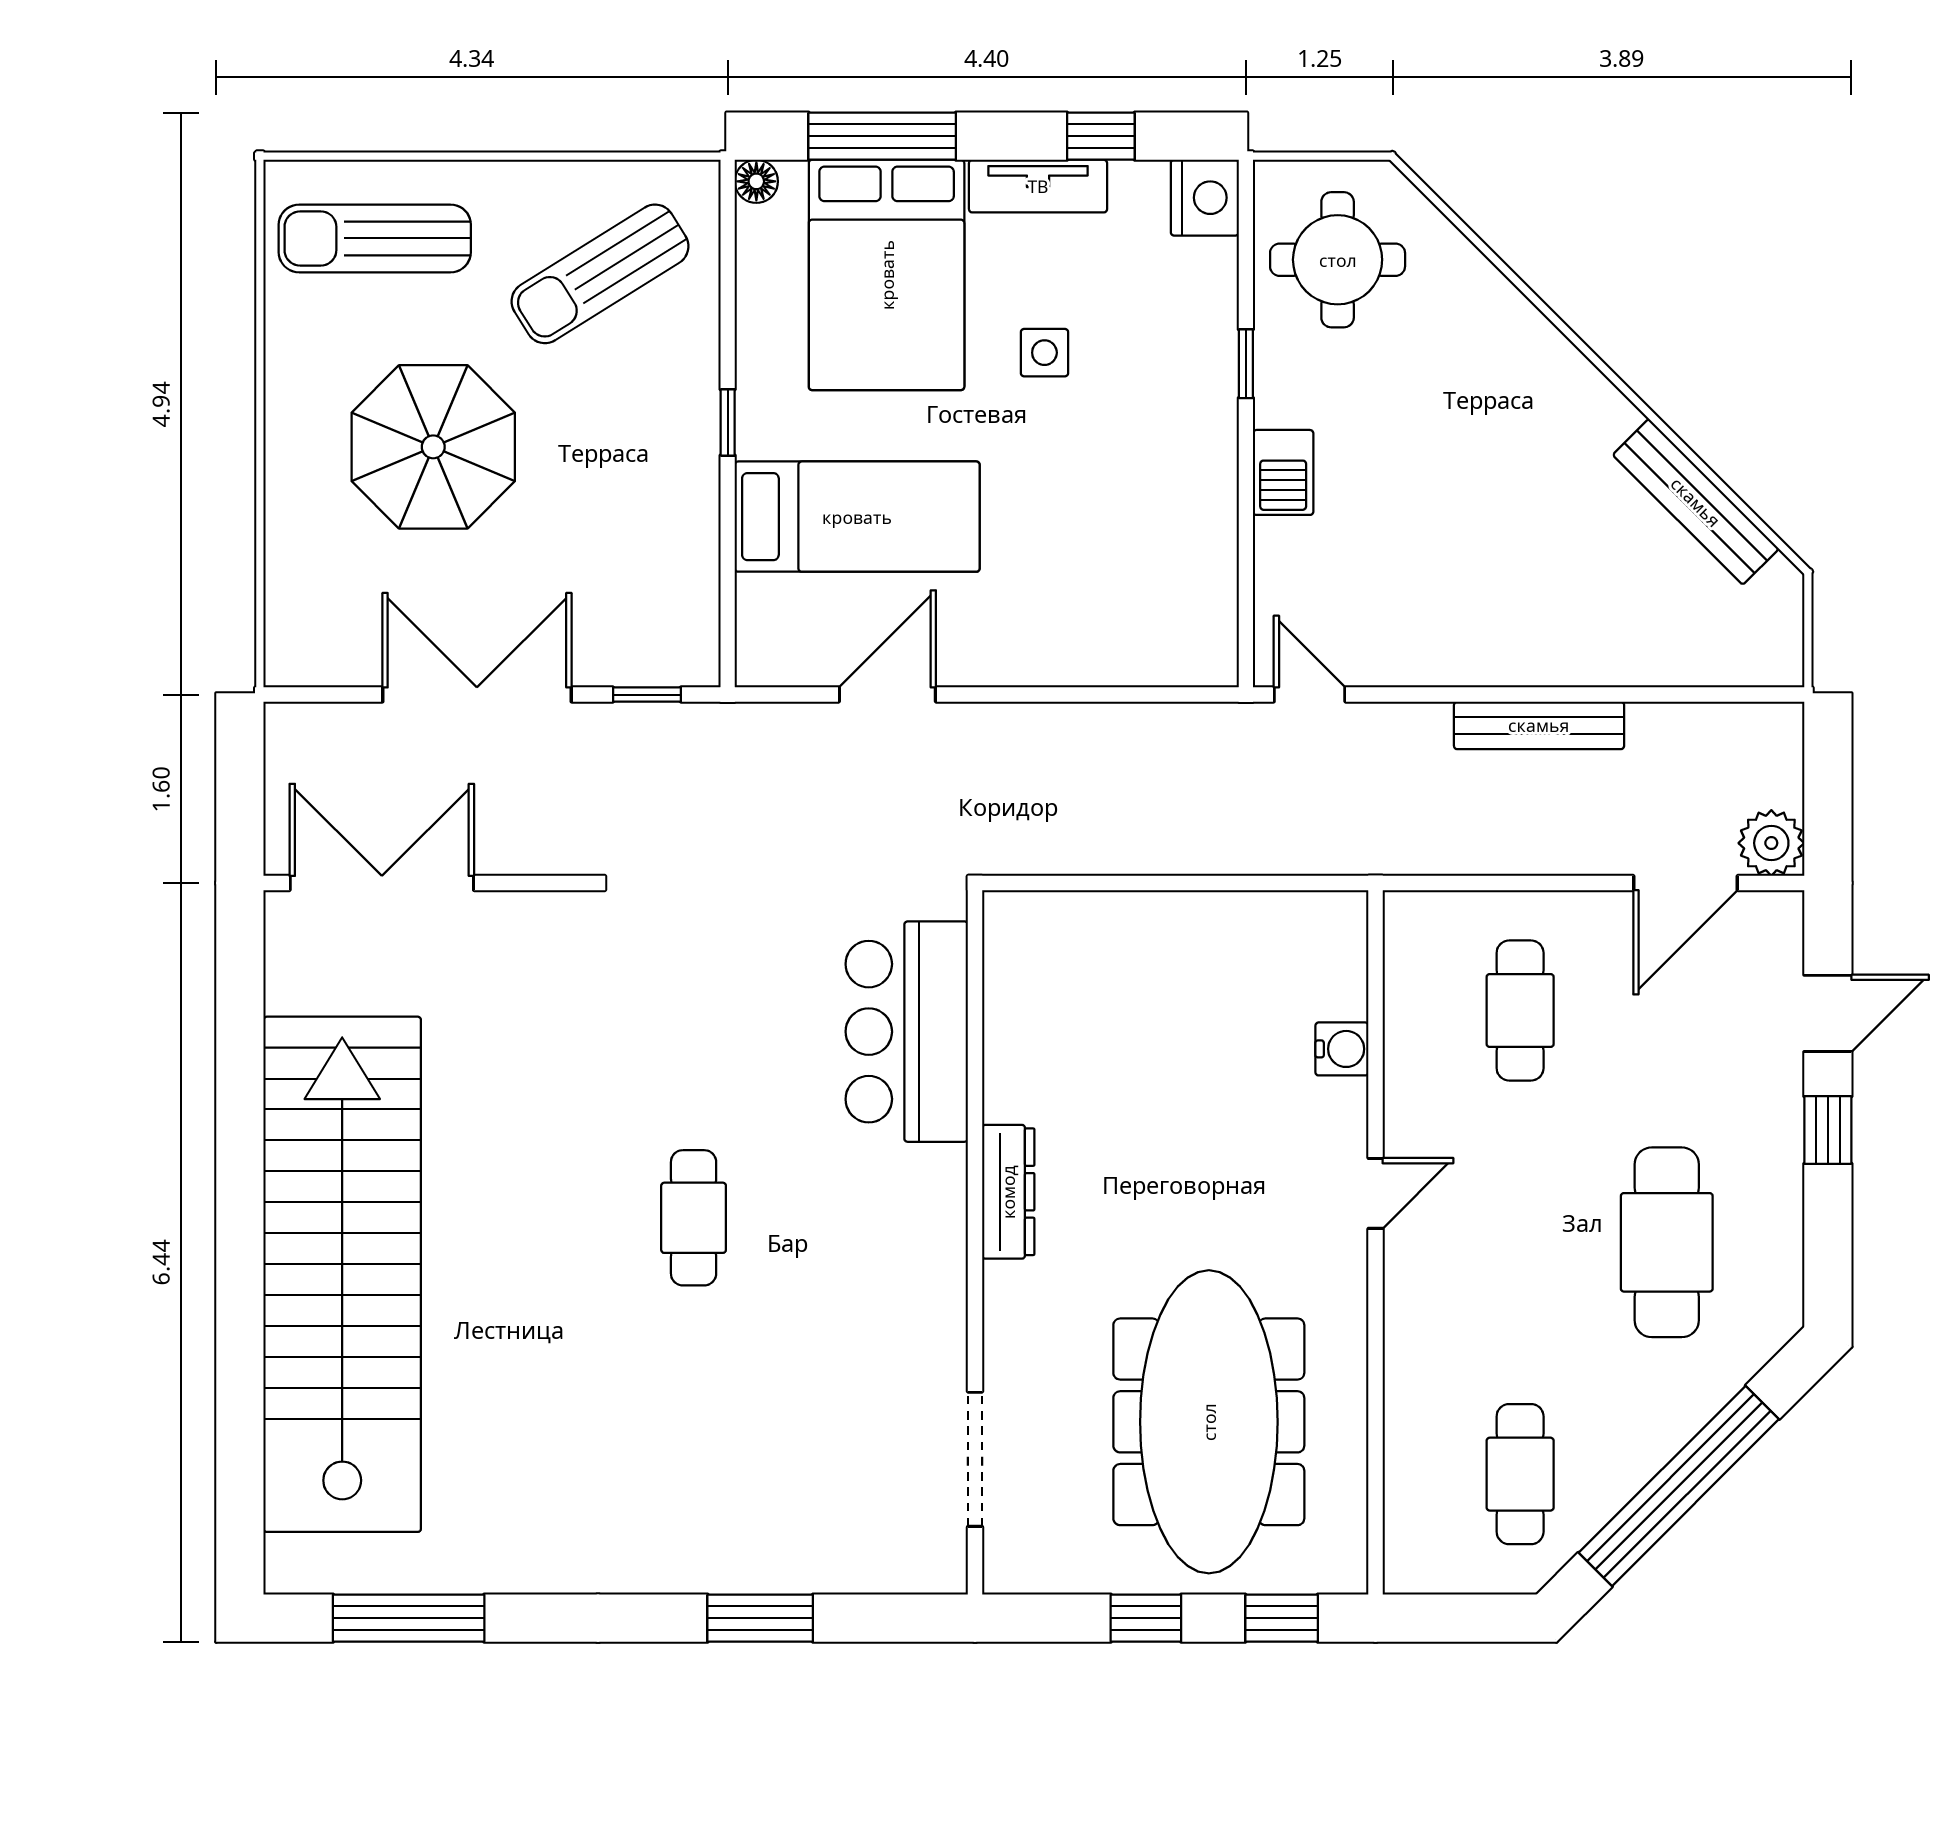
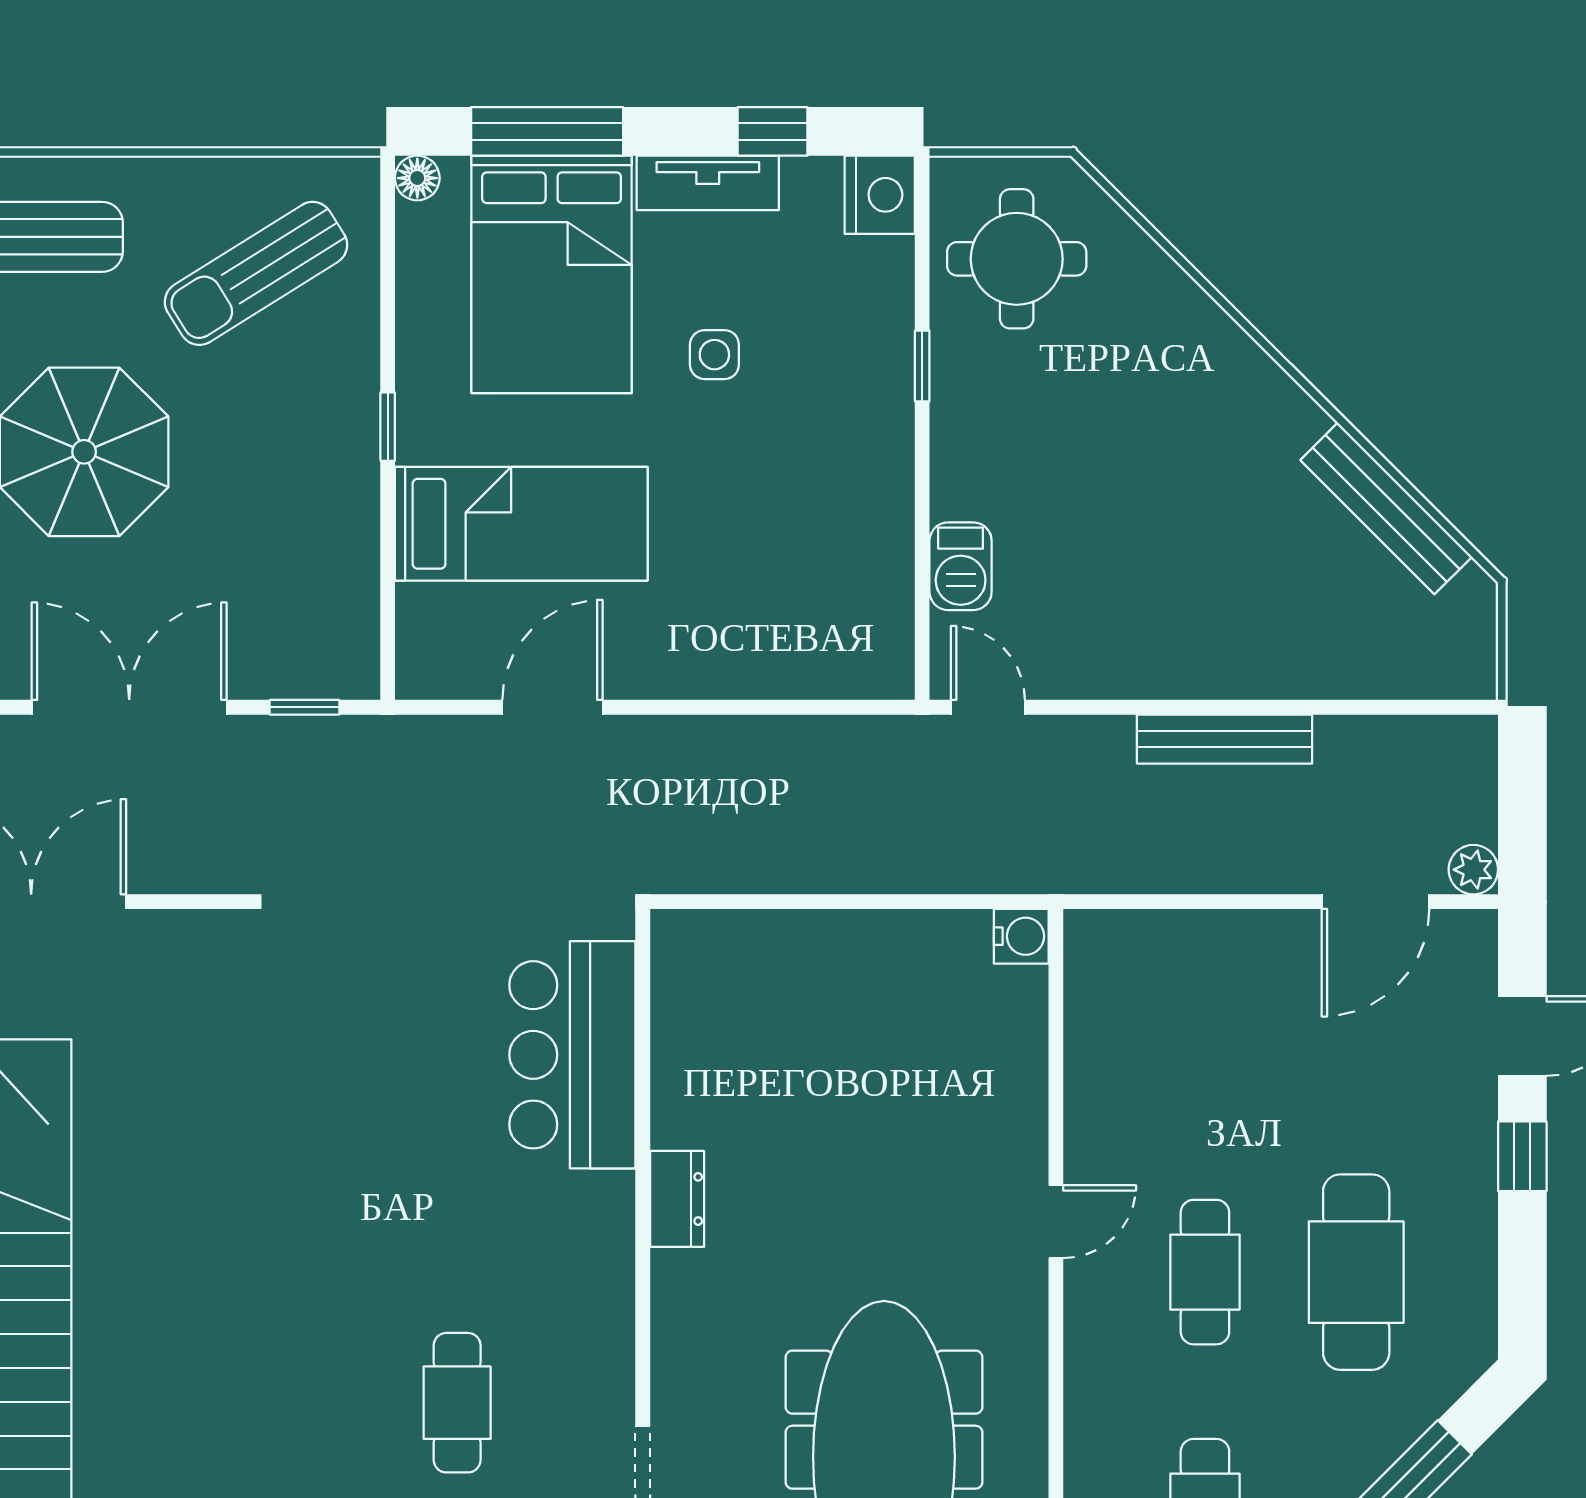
barbecue: (1283, 472) -> (961, 566), moved
plant: (1771, 843) -> (1473, 870), width x0.73, depth x0.73
cafe table: (1520, 1011) -> (1205, 1272), moved
water cooler: (1342, 1049) -> (1021, 936), moved
dresser: (1008, 1192) -> (677, 1199), width x0.70
cafe table: (694, 1218) -> (457, 1403), moved

